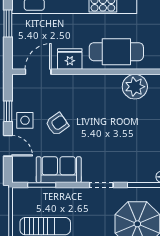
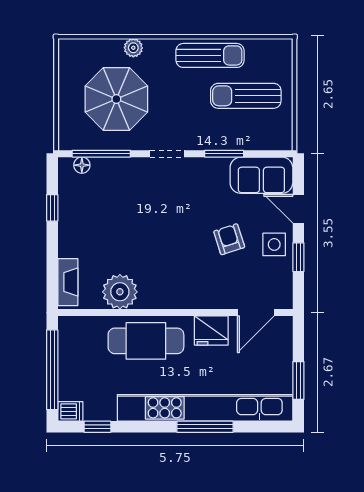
armchair: (57, 124) -> (229, 239), turned 107
sofa: (59, 170) -> (261, 175), moved
window: (42, 185) -> (224, 154), moved

